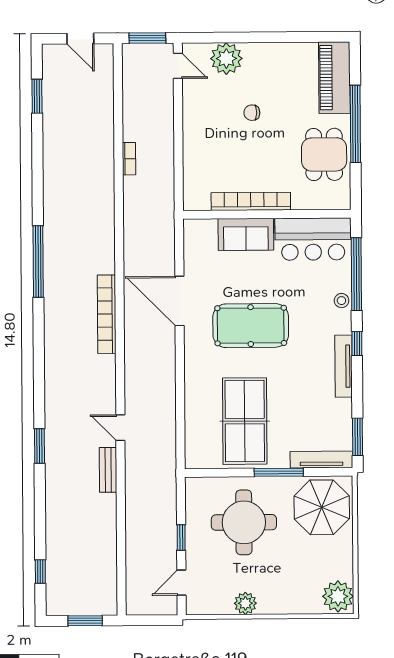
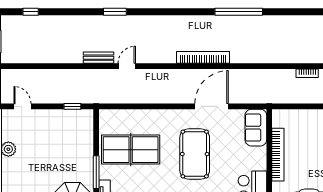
sofa: (246, 234) -> (256, 128), moved
round table: (244, 522) -> (63, 149), removed
window: (181, 537) -> (72, 106), moved

